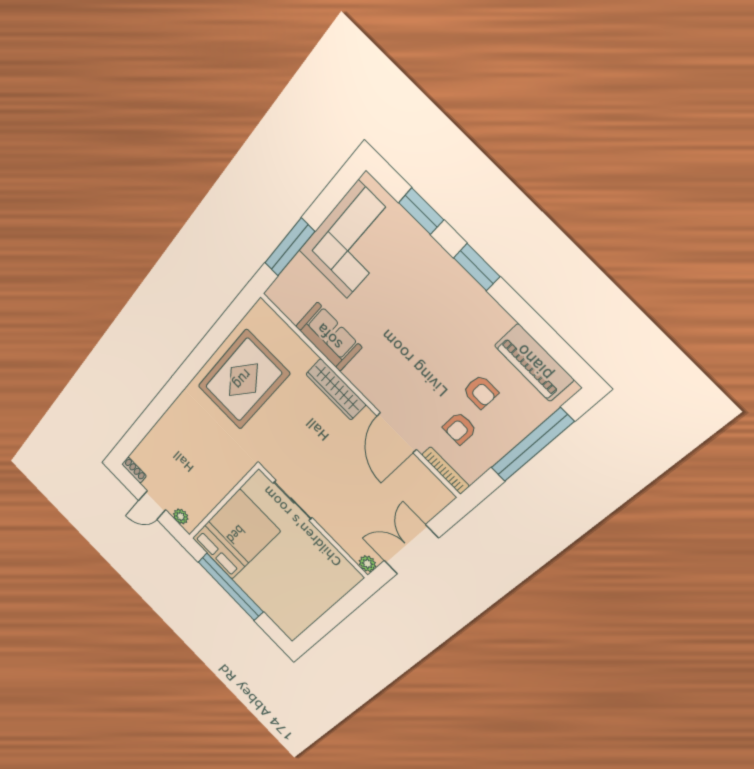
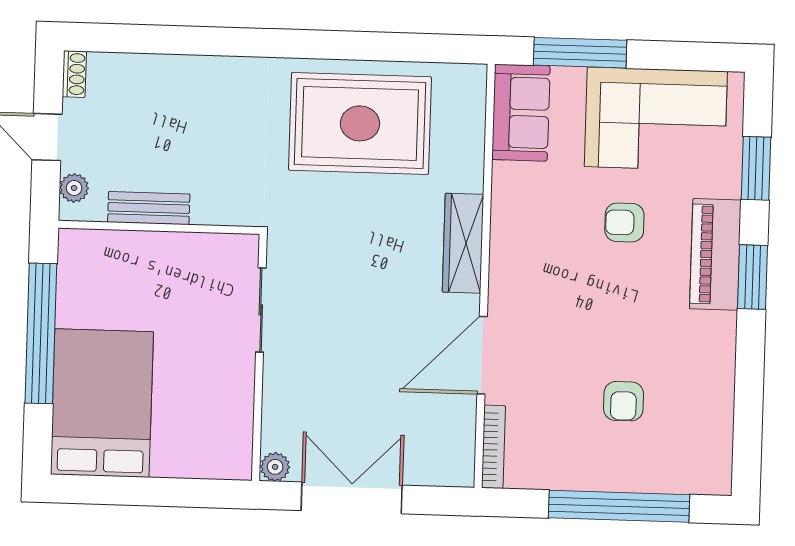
sofa: (329, 337) -> (521, 113), moved
piano: (534, 363) -> (715, 254), moved
armchair: (460, 428) -> (624, 222), moved
bench: (212, 498) -> (149, 208), added
bed: (236, 535) -> (102, 403), moved, turned -90

